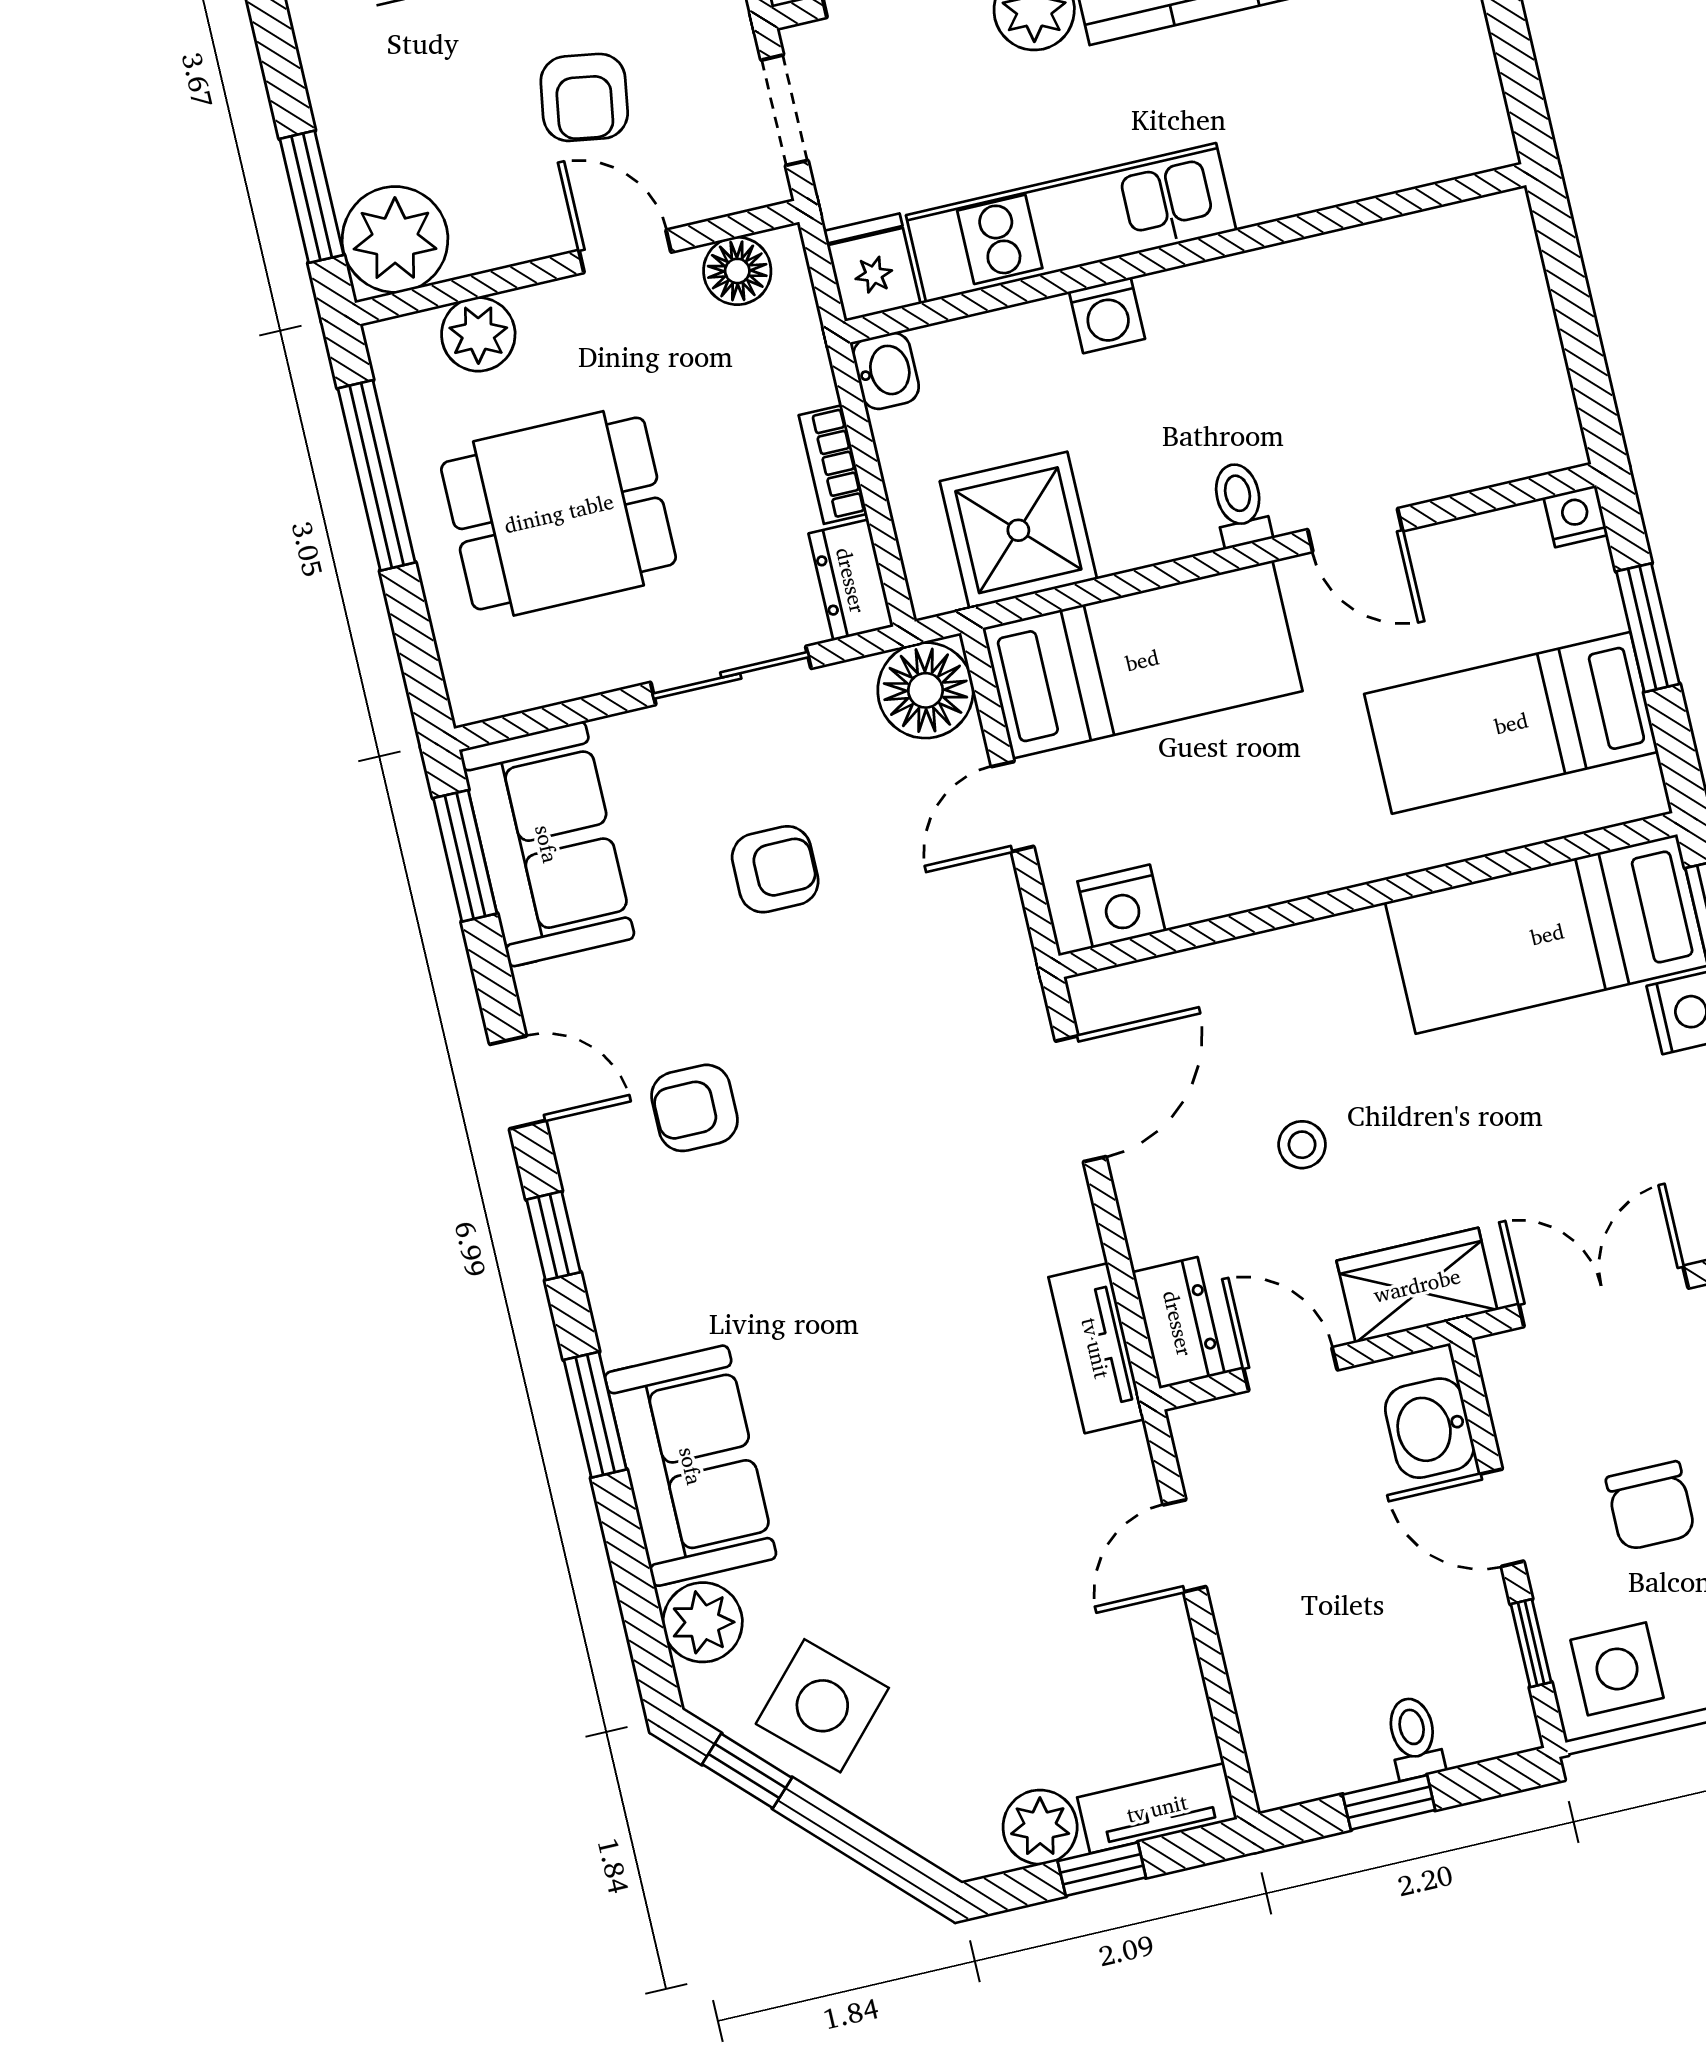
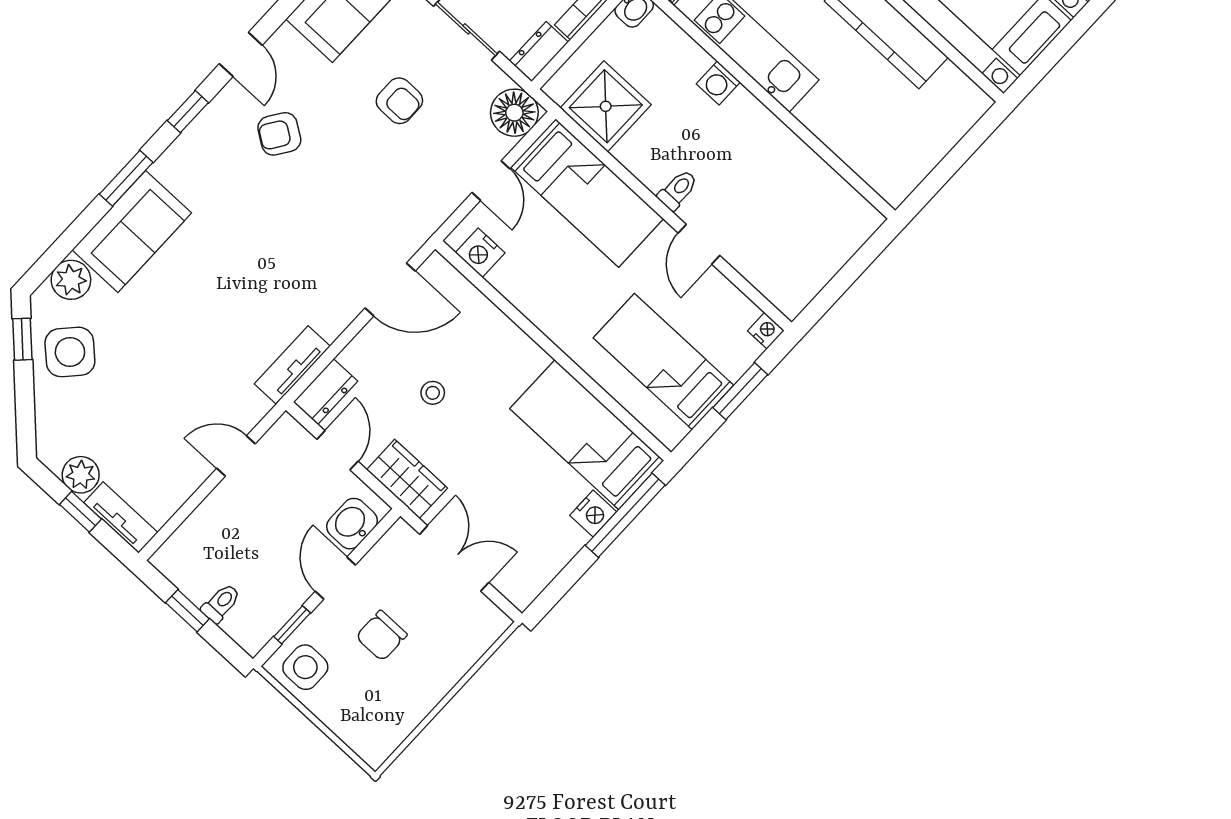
door: (1013, 807) -> (491, 181), swing flipped
armchair: (695, 1108) -> (279, 134), turned -56

